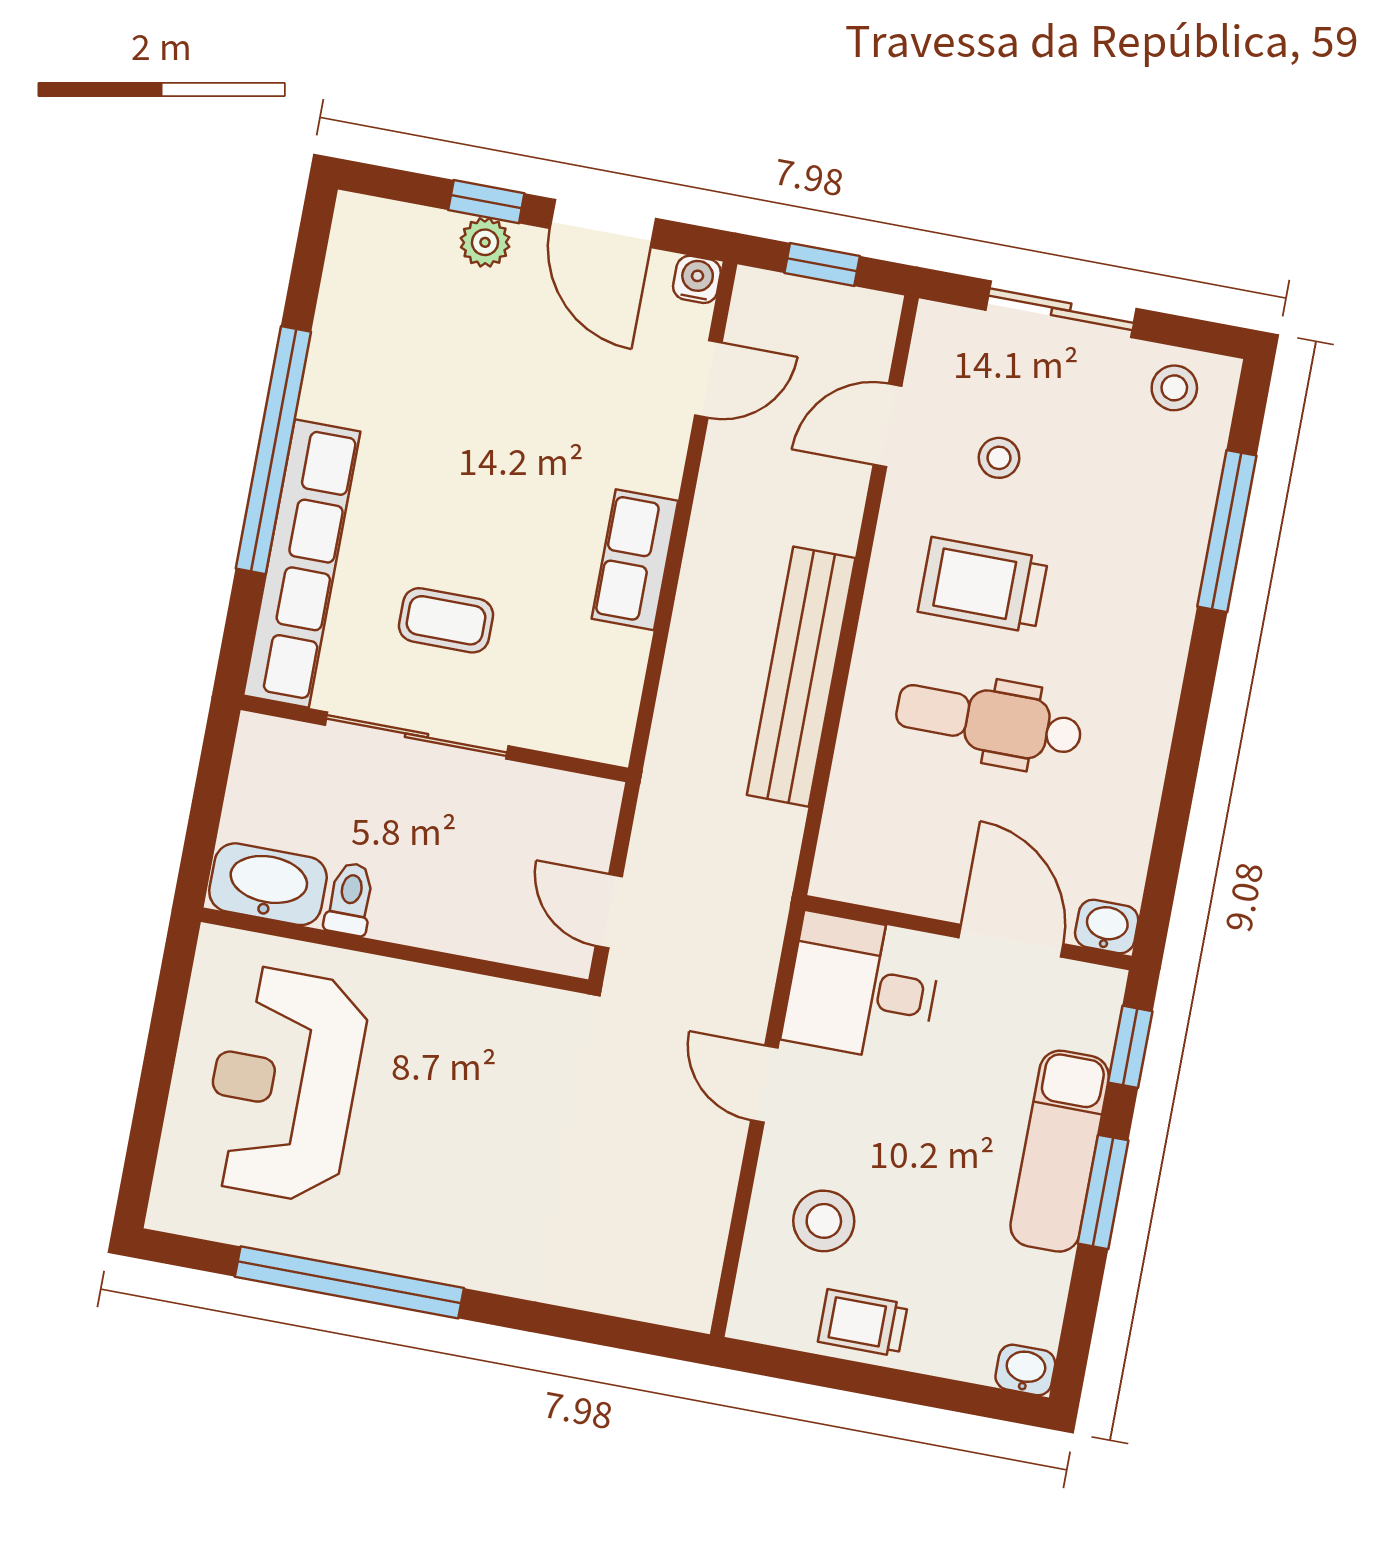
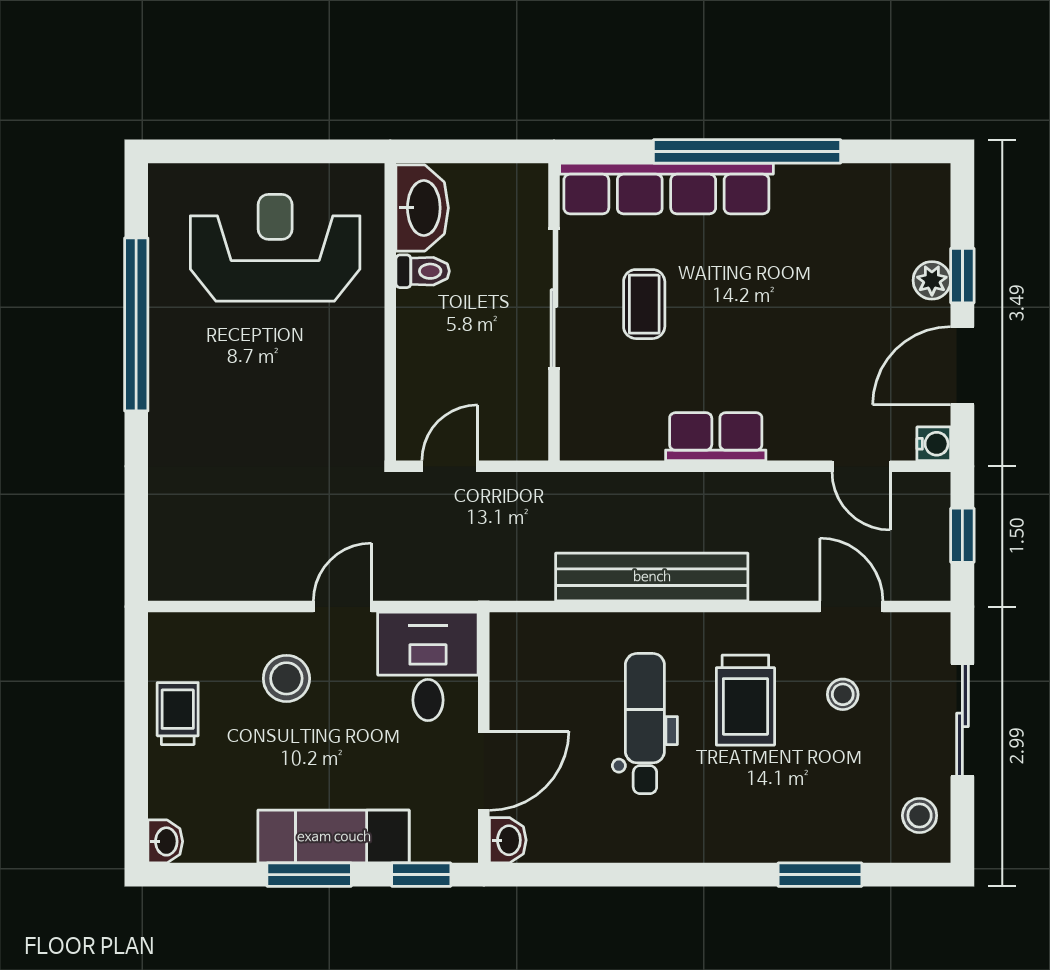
window: (1227, 531) -> (820, 875), width x0.69
trolley: (983, 585) -> (745, 700), turned 180
stool: (824, 1221) -> (286, 678), moved

